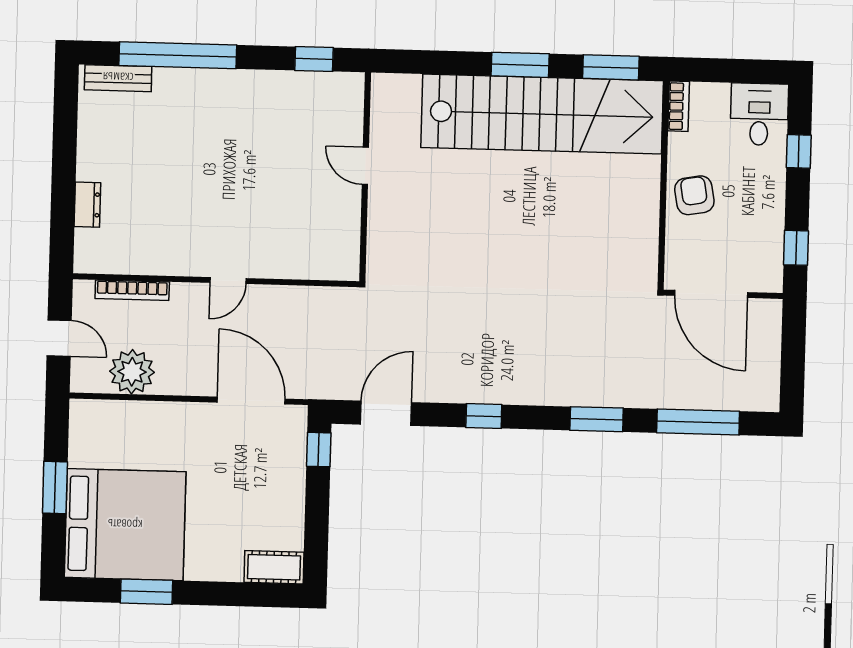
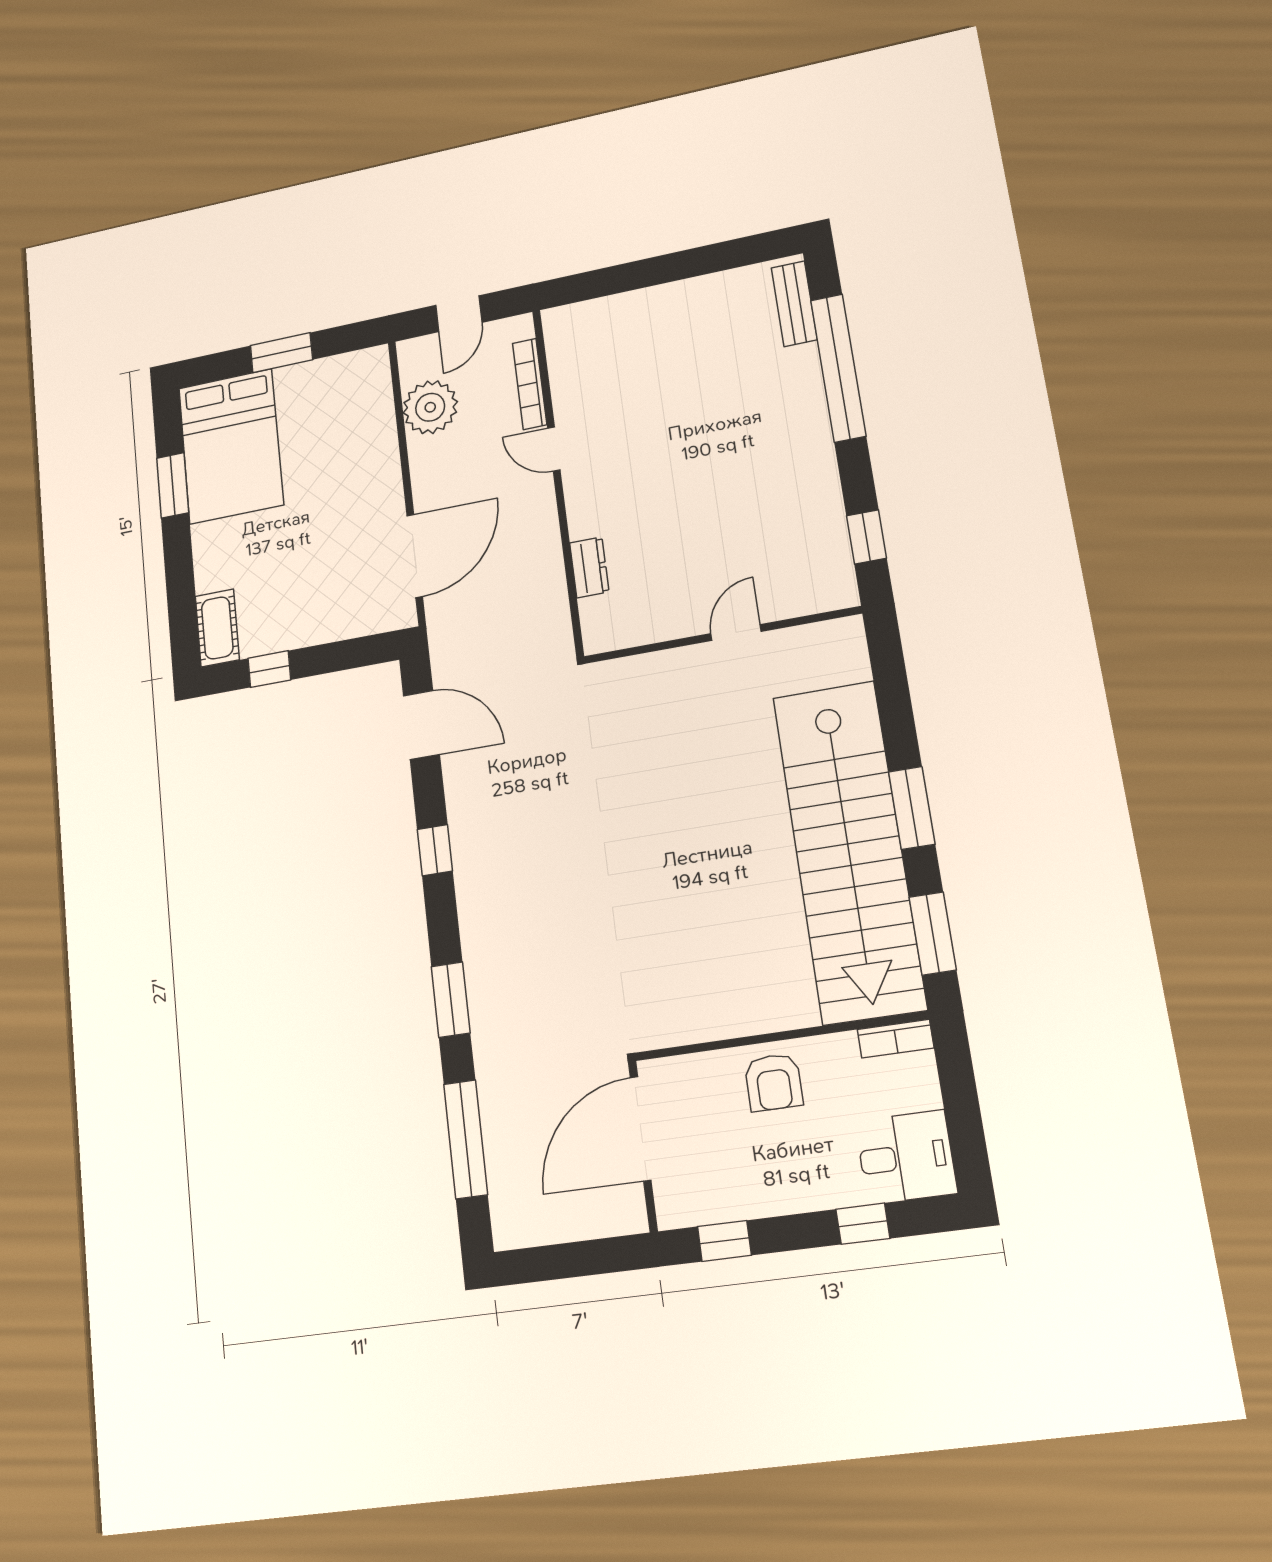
armchair: (694, 195) -> (774, 1082), turned 100
dresser: (87, 205) -> (589, 567), moved, turned -90
door: (228, 281) -> (554, 449), moved
window: (319, 450) -> (269, 669), moved
bed: (125, 525) -> (231, 446), width x0.73

